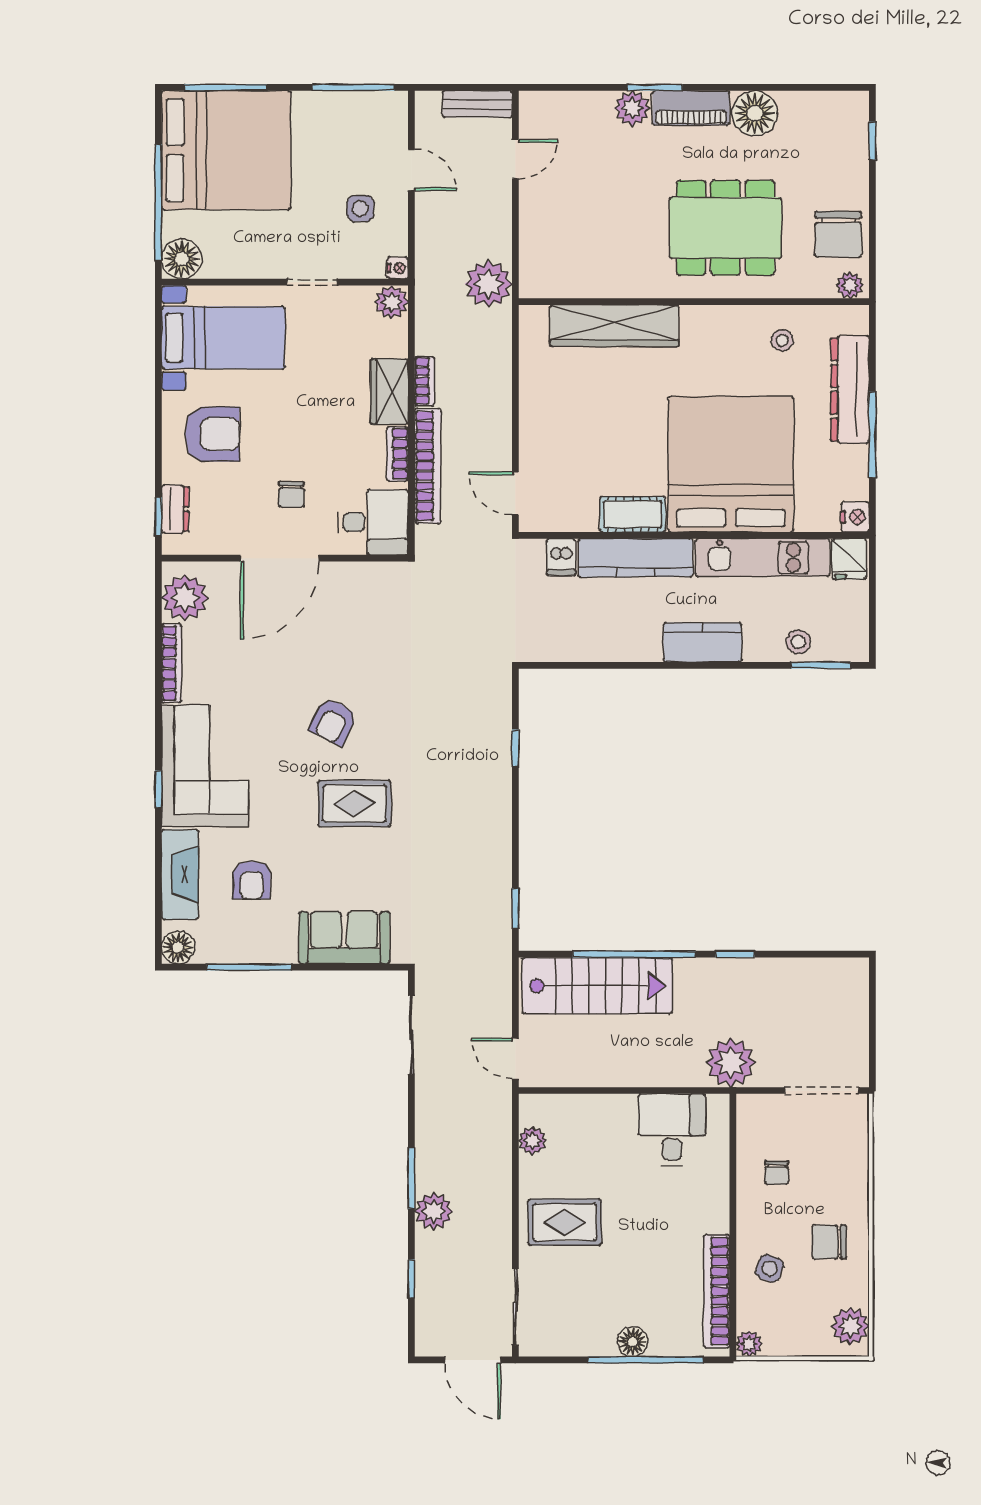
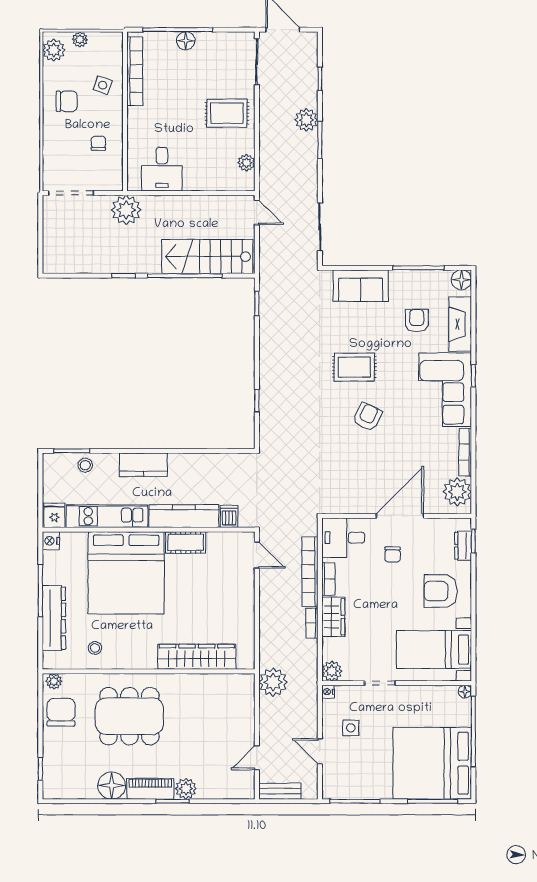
floor lamp: (182, 259) -> (465, 692), width x0.53, depth x0.53
chair: (291, 494) -> (393, 554), turned 180
plant: (749, 1344) -> (80, 39), moved

